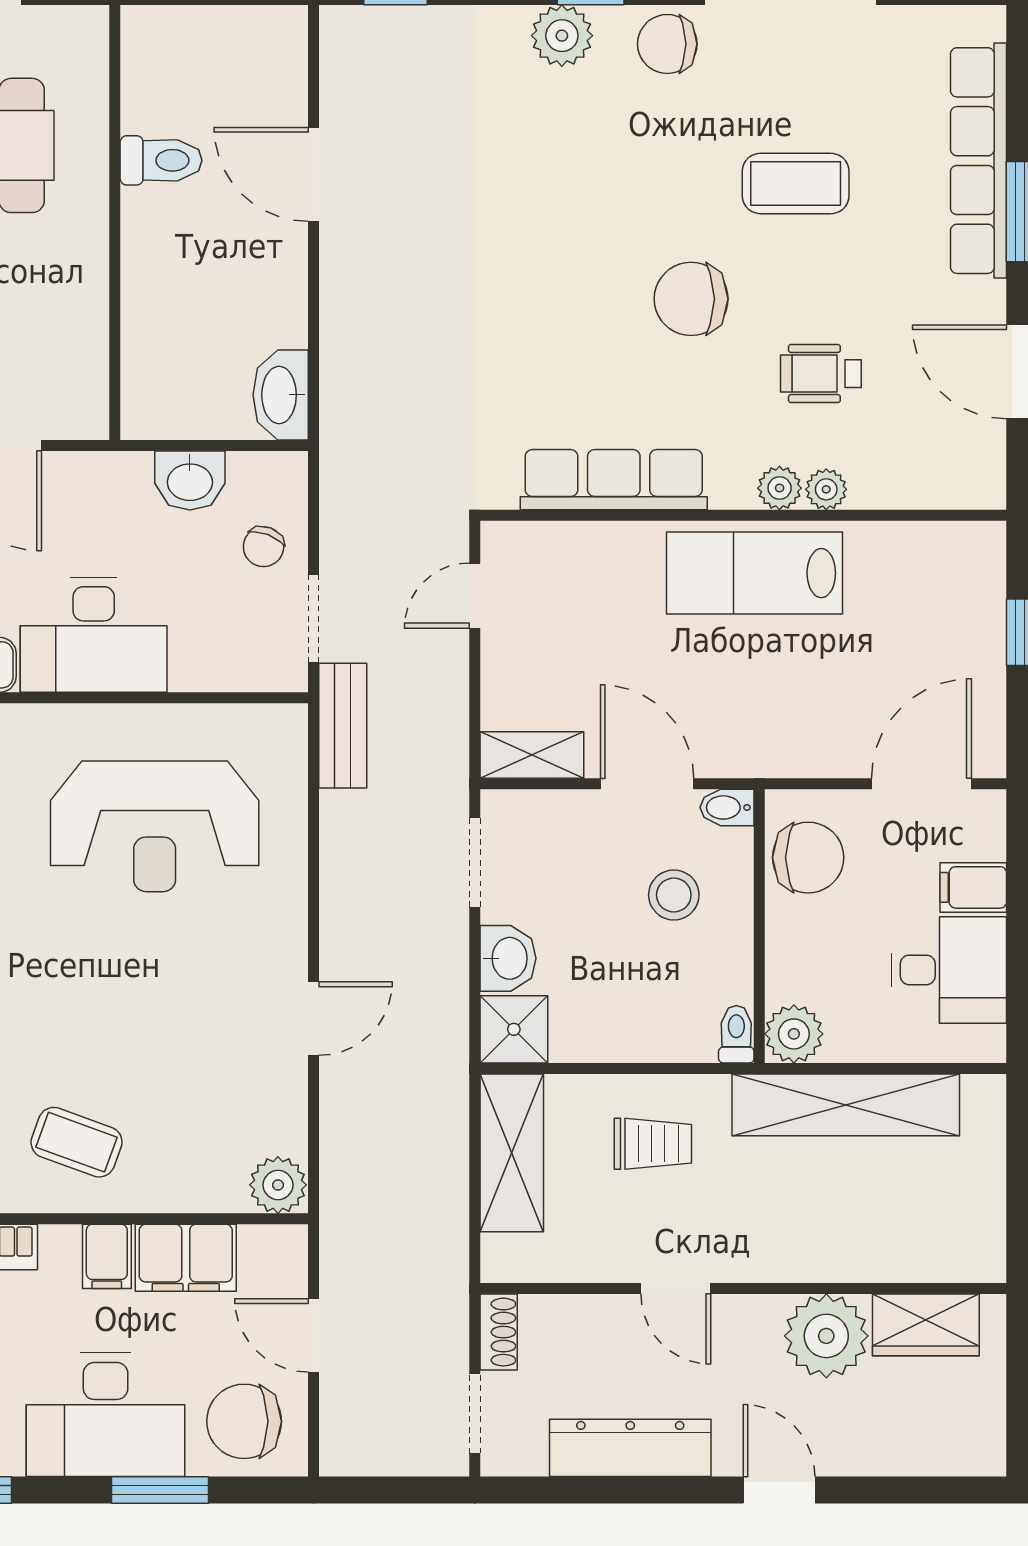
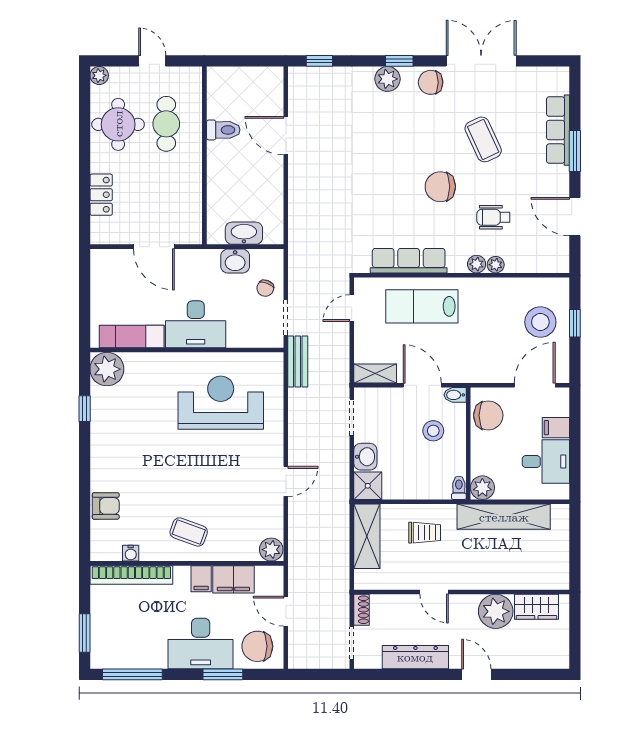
row of seats: (979, 161) -> (558, 130), width x0.73
coffee table: (796, 183) -> (483, 139), turned 65
washbasin: (281, 395) -> (244, 233), moved, turned 90
lab bench: (754, 573) -> (422, 306), moved
stool: (935, 629) -> (540, 322), added
reception desk: (155, 826) -> (221, 403), turned 180

